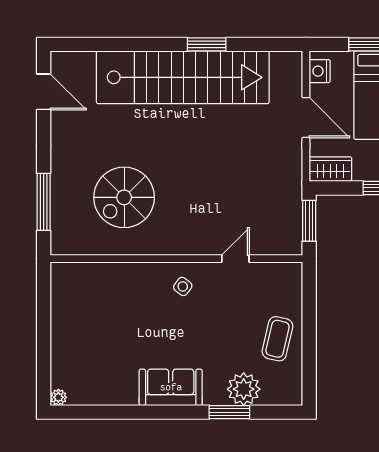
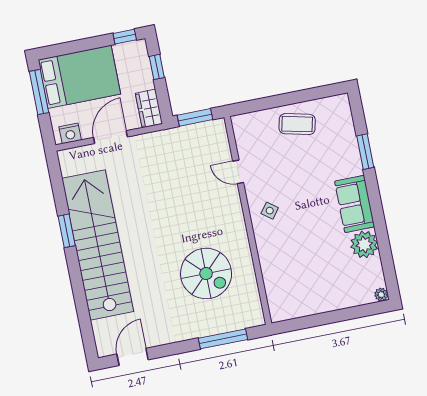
plant: (244, 389) -> (364, 244), moved

